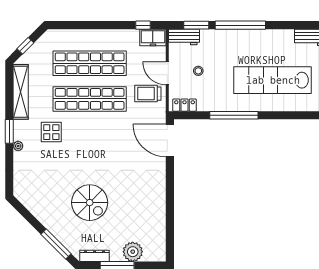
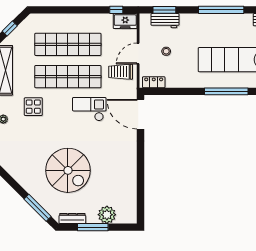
window: (240, 25) -> (221, 10), moved
workbench: (184, 37) -> (165, 21), moved
door: (167, 73) -> (138, 54), hinge flipped
window: (234, 115) -> (226, 91), moved
checkout: (113, 135) -> (89, 109), added
spiral stairs: (90, 203) -> (68, 170), width x1.37, depth x1.37

